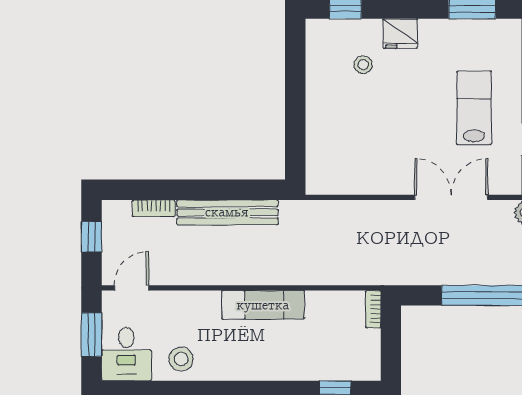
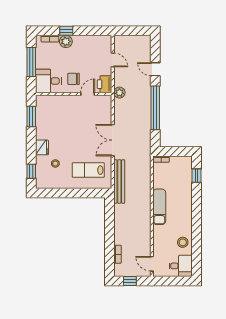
lab bench: (474, 108) -> (88, 170), moved
double door: (451, 197) -> (113, 140), moved
bench: (227, 212) -> (119, 181), moved
window: (92, 335) -> (172, 281), removed

